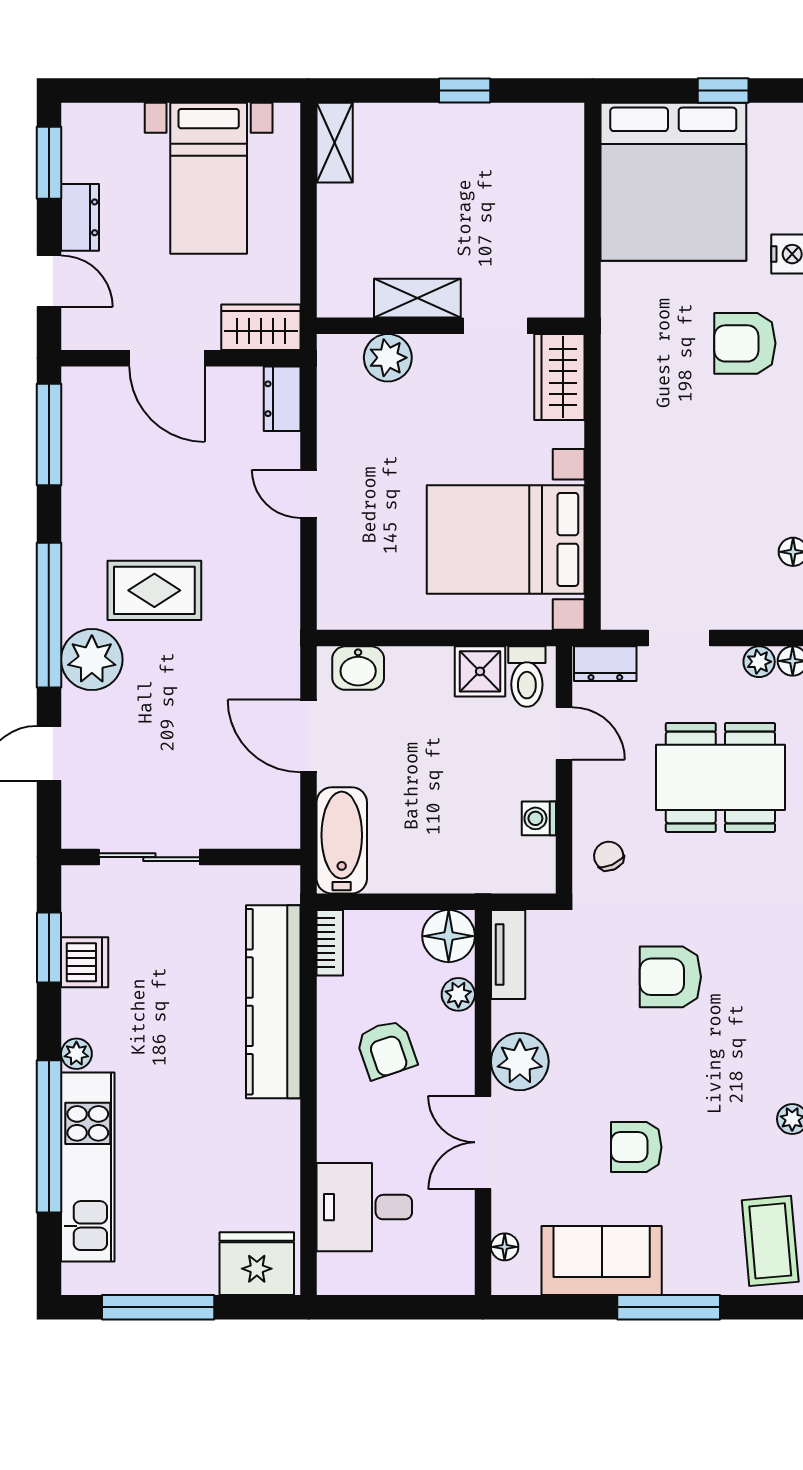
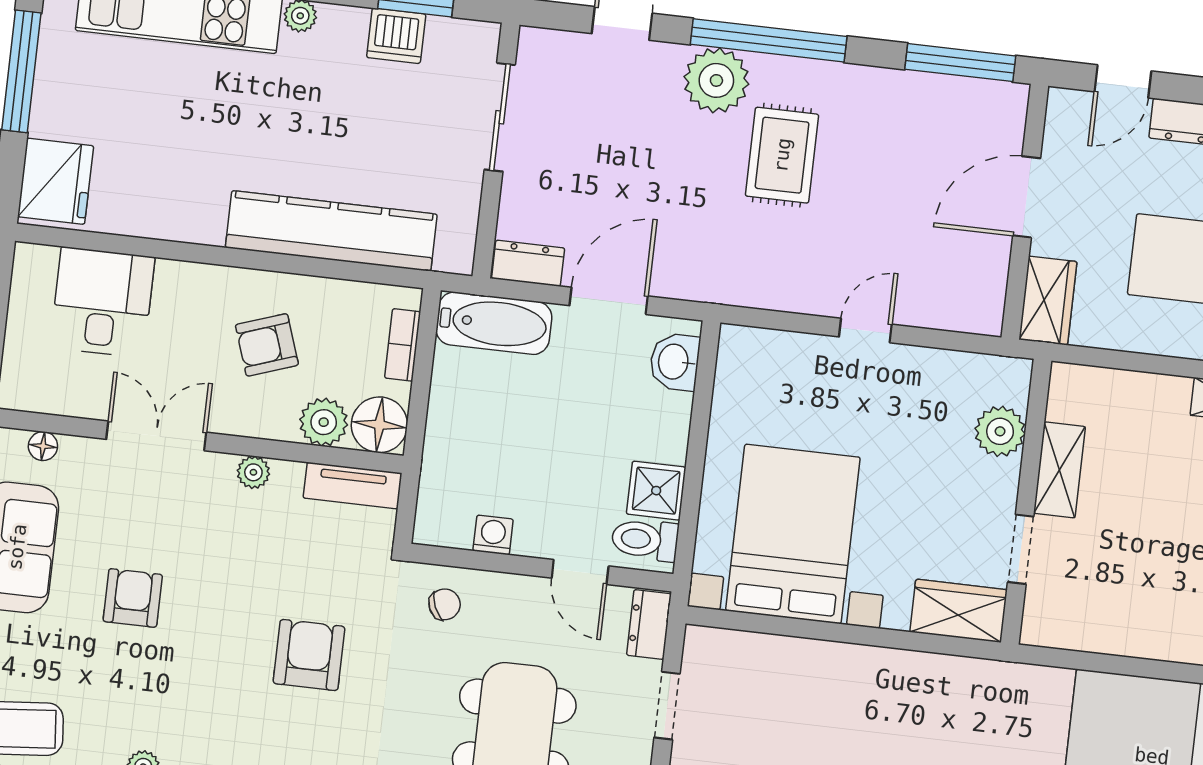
dresser: (282, 399) -> (528, 263), moved
door: (564, 733) -> (580, 572), hinge flipped
bookcase: (330, 943) -> (403, 345), moved, turned 90
plant: (458, 994) -> (324, 422), width x1.38, depth x1.38
plant: (520, 1062) -> (253, 472), width x0.53, depth x0.53

